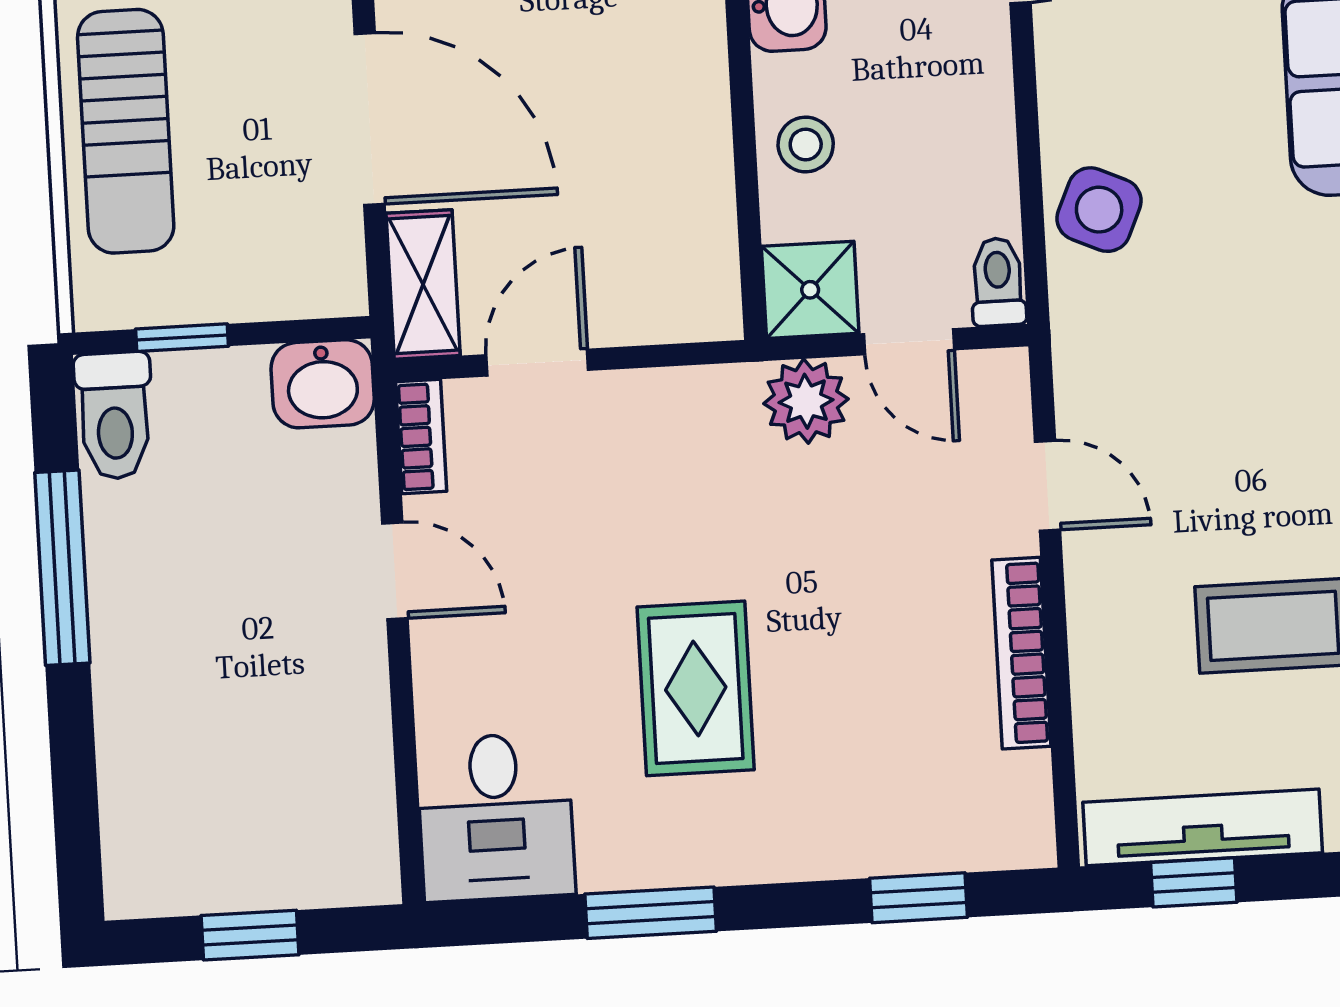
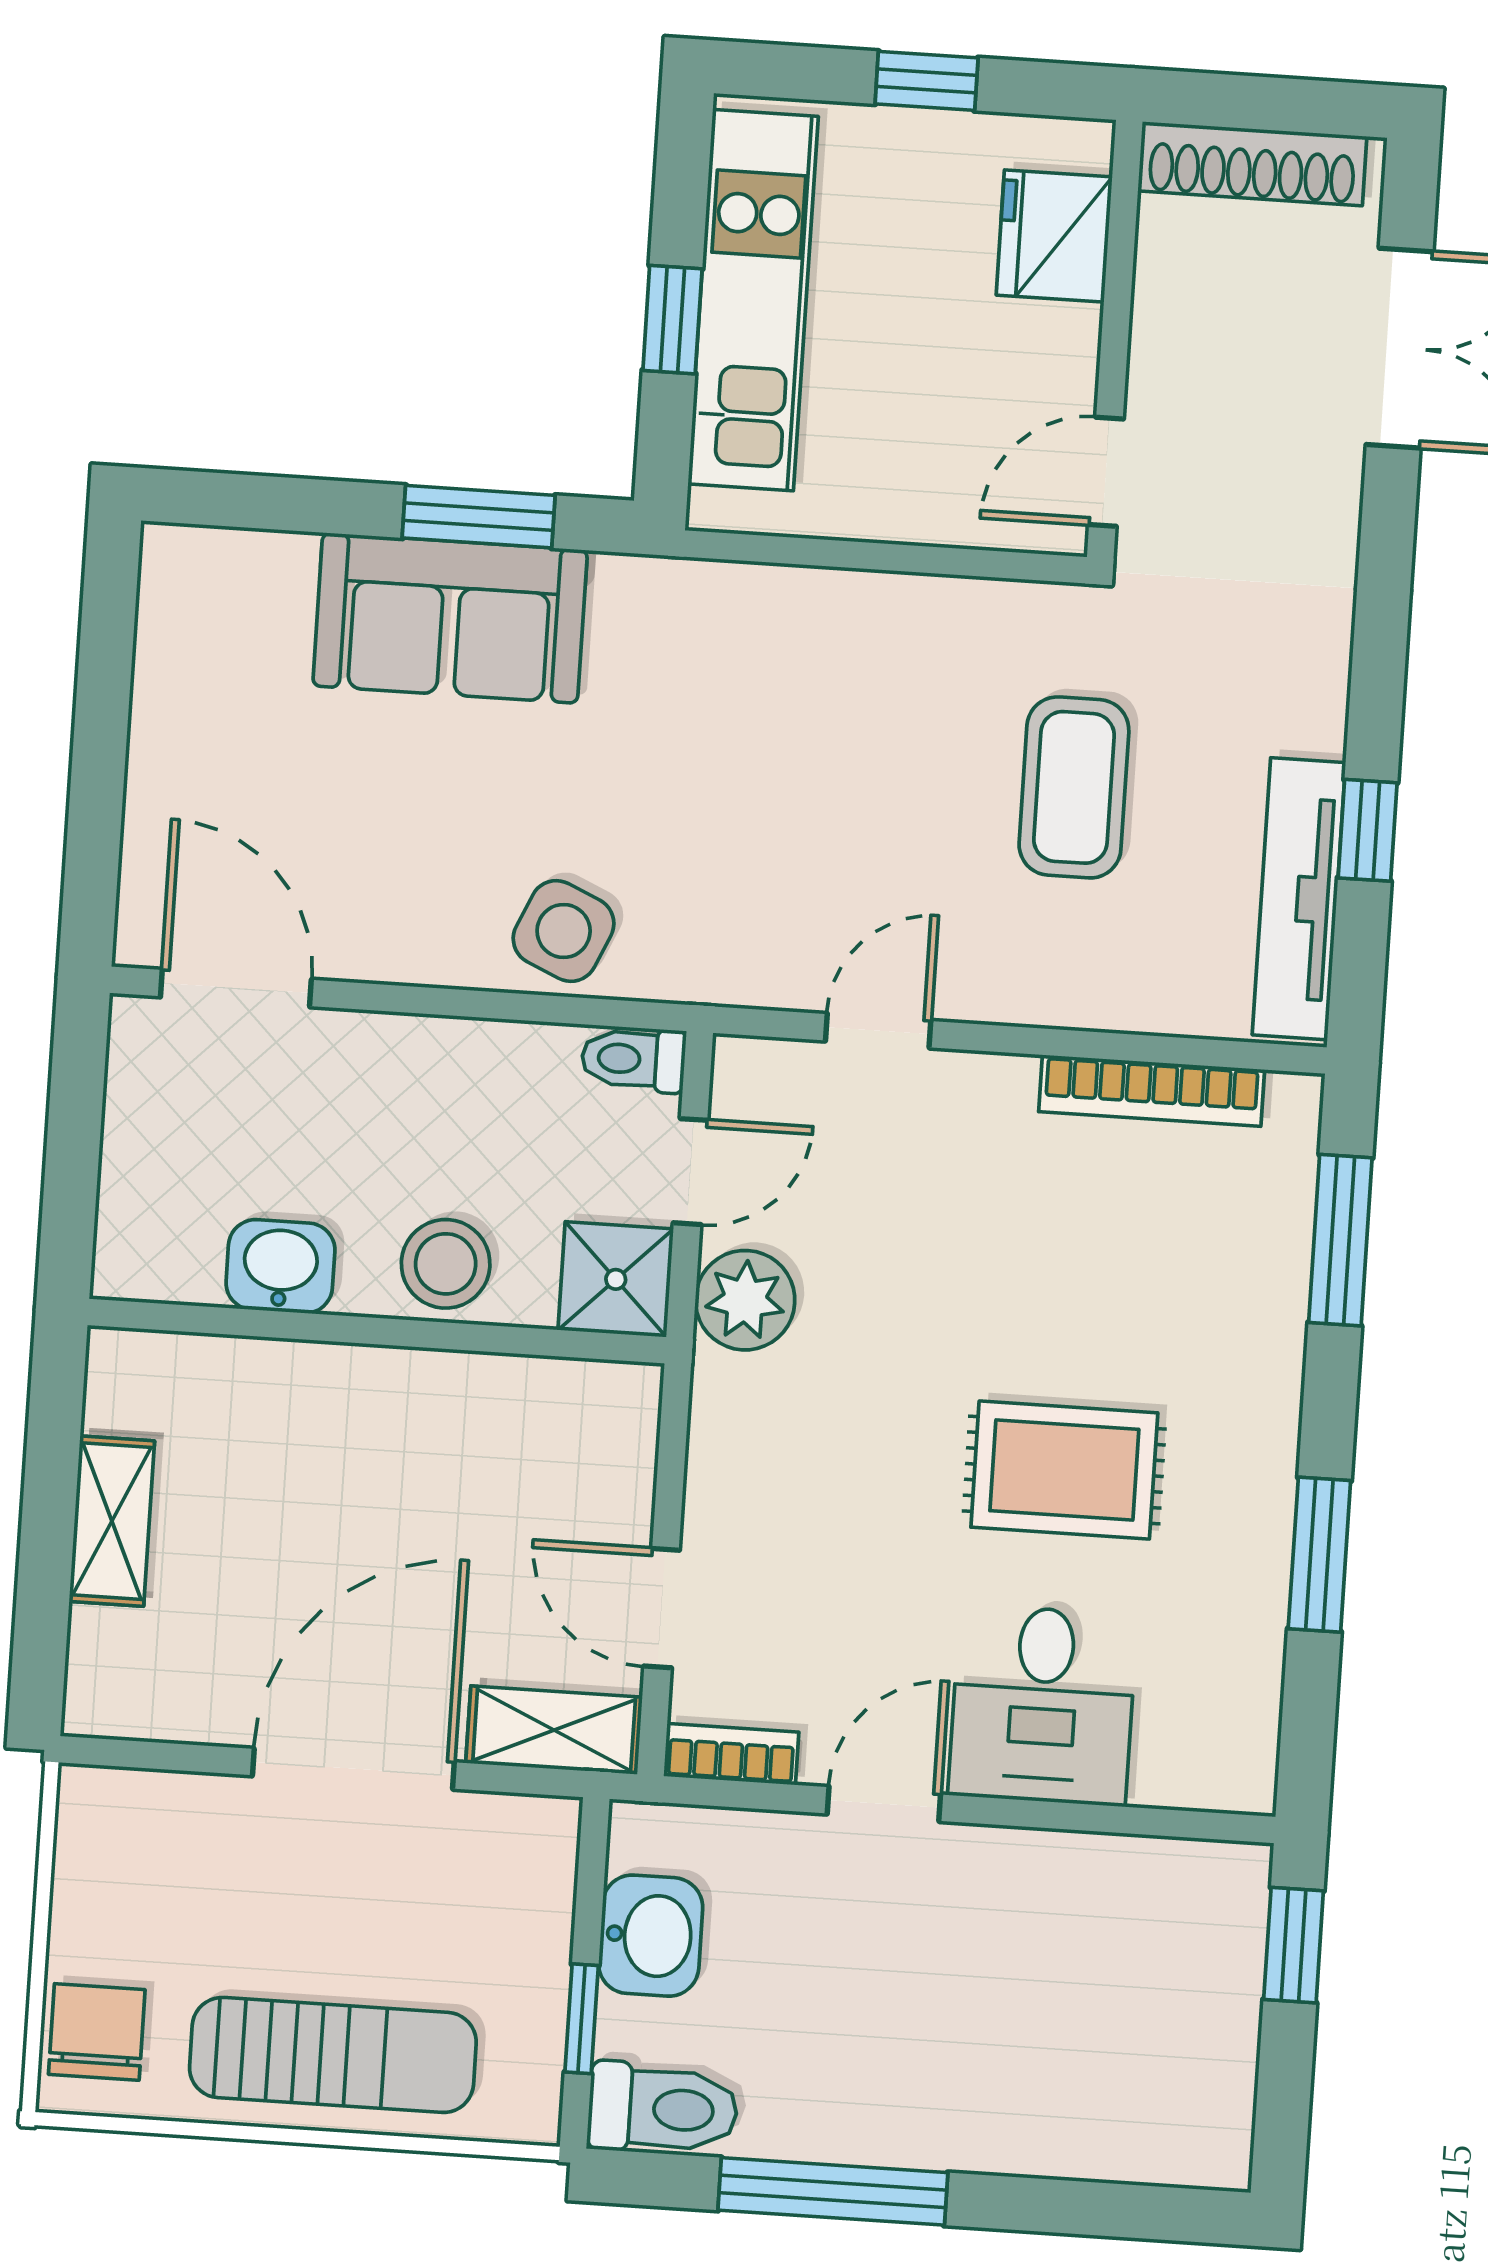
stool: (806, 144) -> (446, 1264), width x1.37, depth x1.37
washbasin: (323, 384) -> (651, 1936), moved
bookcase: (1021, 653) -> (1152, 1091), moved
desk: (496, 817) -> (1043, 1705), moved, turned 90
window: (1194, 882) -> (1368, 830), moved
window: (918, 898) -> (1340, 1240), width x1.50
window: (250, 935) -> (1294, 1945), moved

